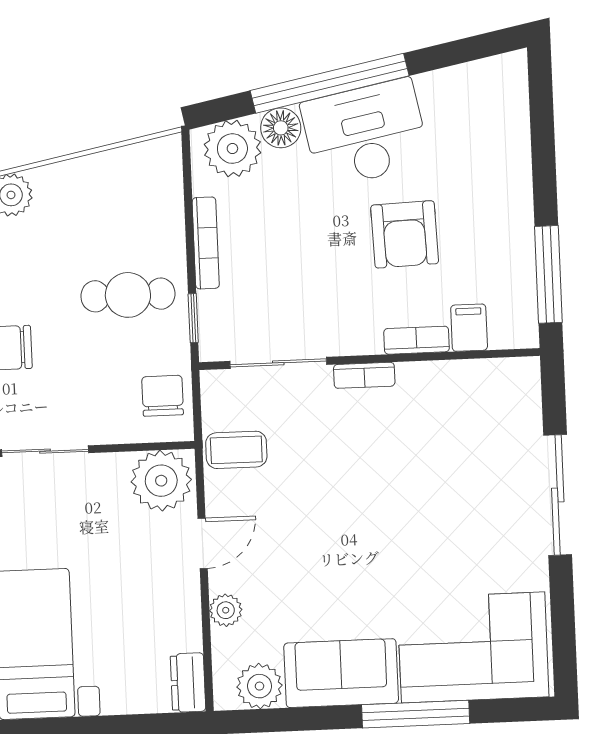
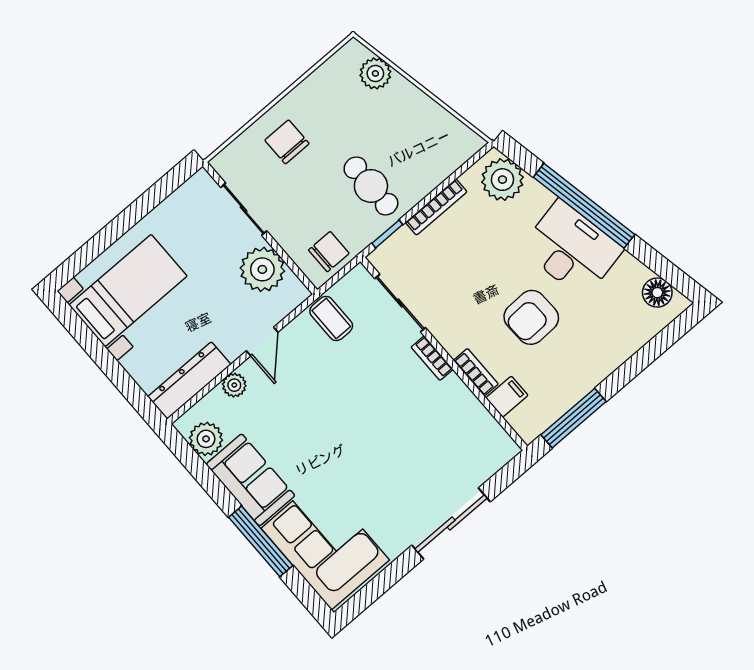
floor lamp: (281, 128) -> (657, 293), moved
plant: (161, 481) -> (262, 269), moved
door: (203, 543) -> (262, 342), hinge flipped
dresser: (188, 683) -> (189, 381), width x1.96, depth x1.24

